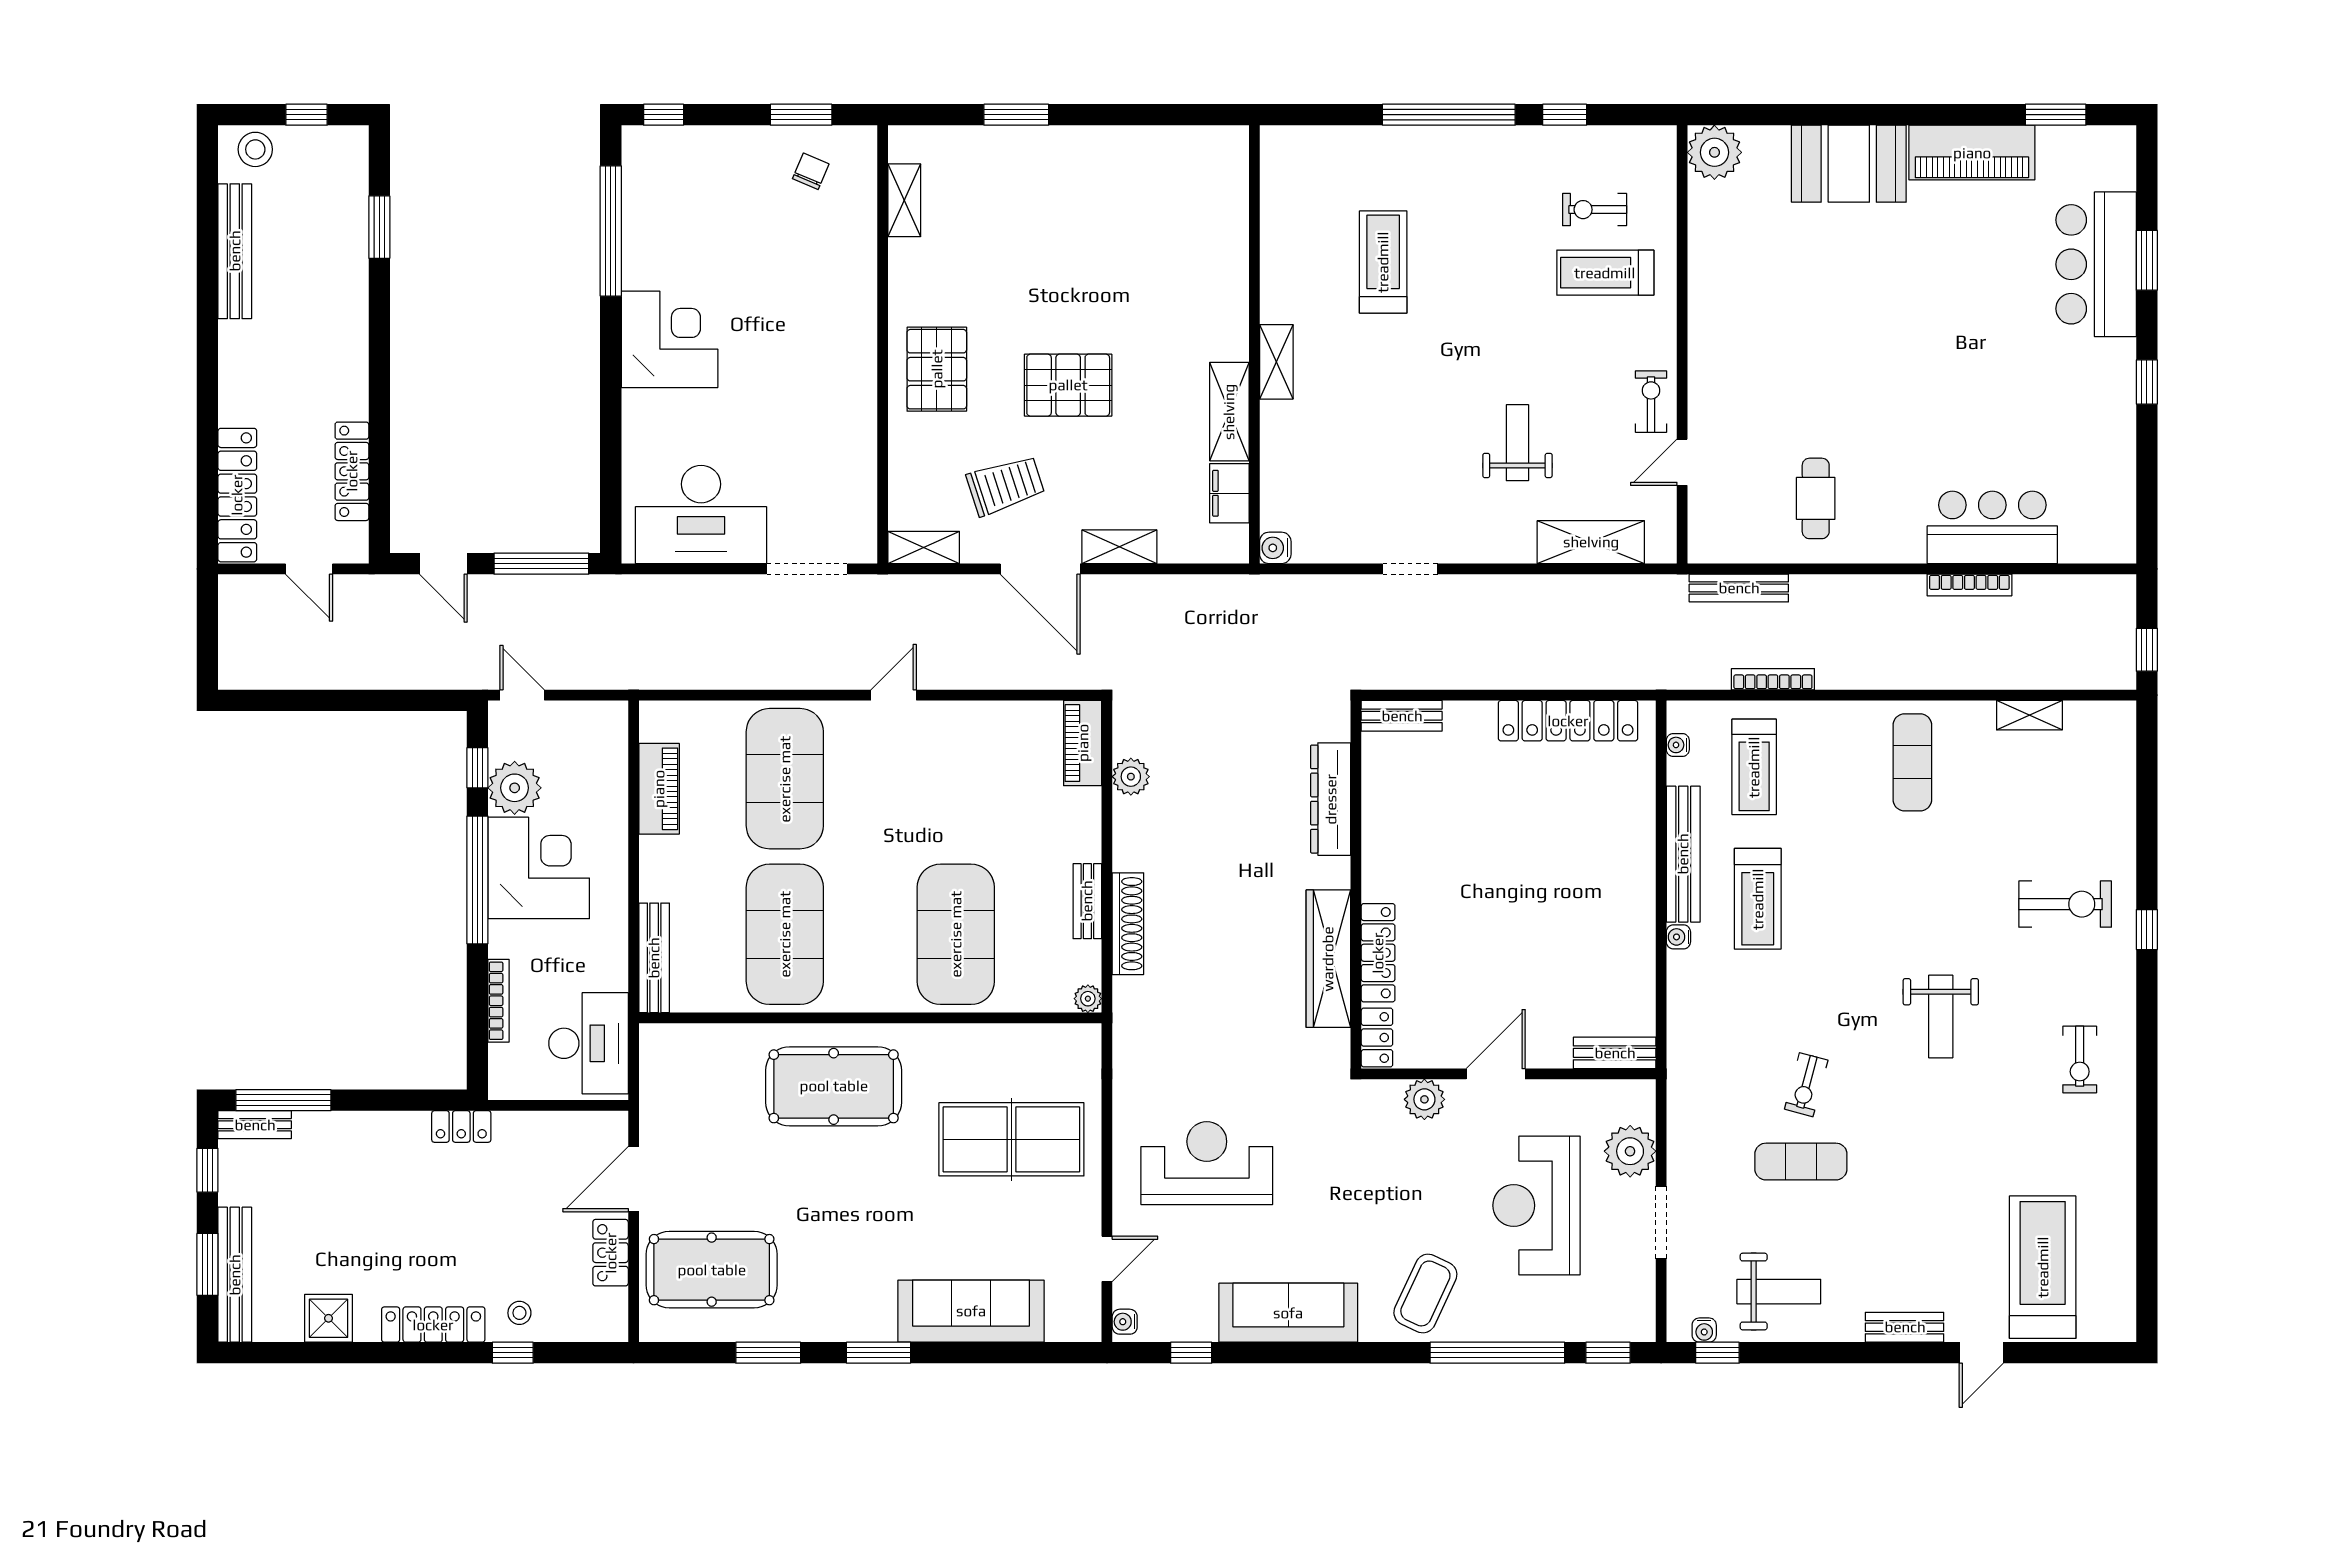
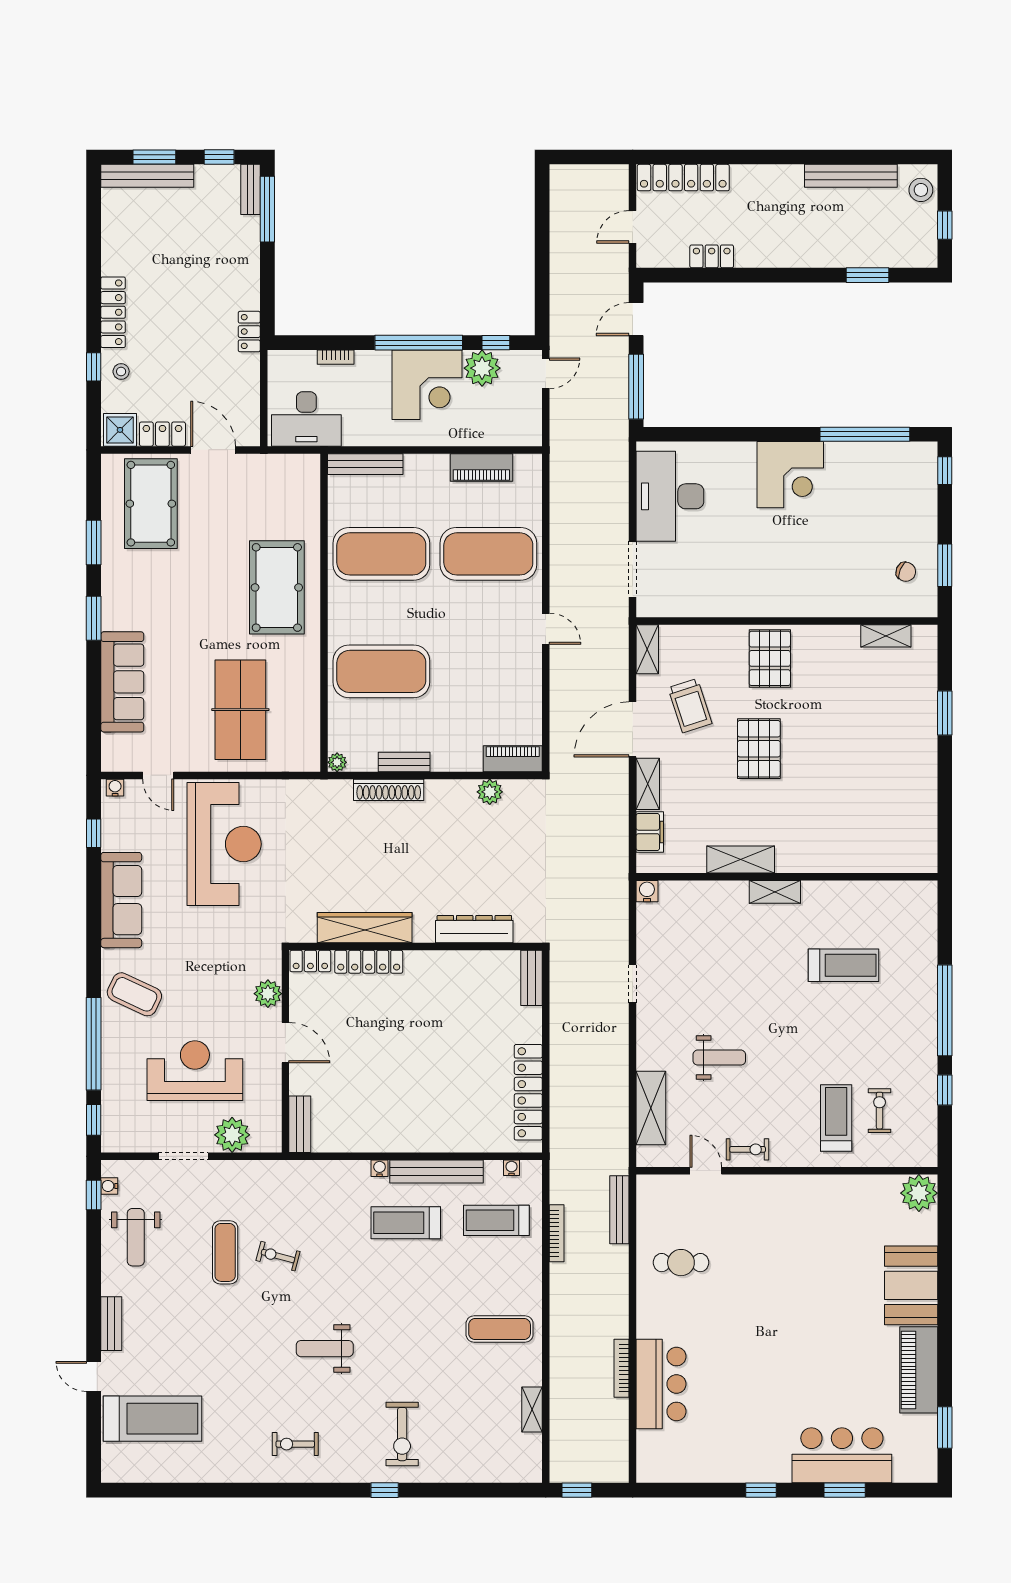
pallet: (937, 369) -> (770, 658), turned 90
locker: (352, 471) -> (712, 256), width x0.66
filing cabinet: (1229, 493) -> (650, 832), moved, turned 90
bookcase: (499, 1001) -> (336, 357), width x0.64
reception desk: (1207, 1163) -> (224, 844), width x1.36, depth x1.30
shower: (329, 1318) -> (120, 430), moved

